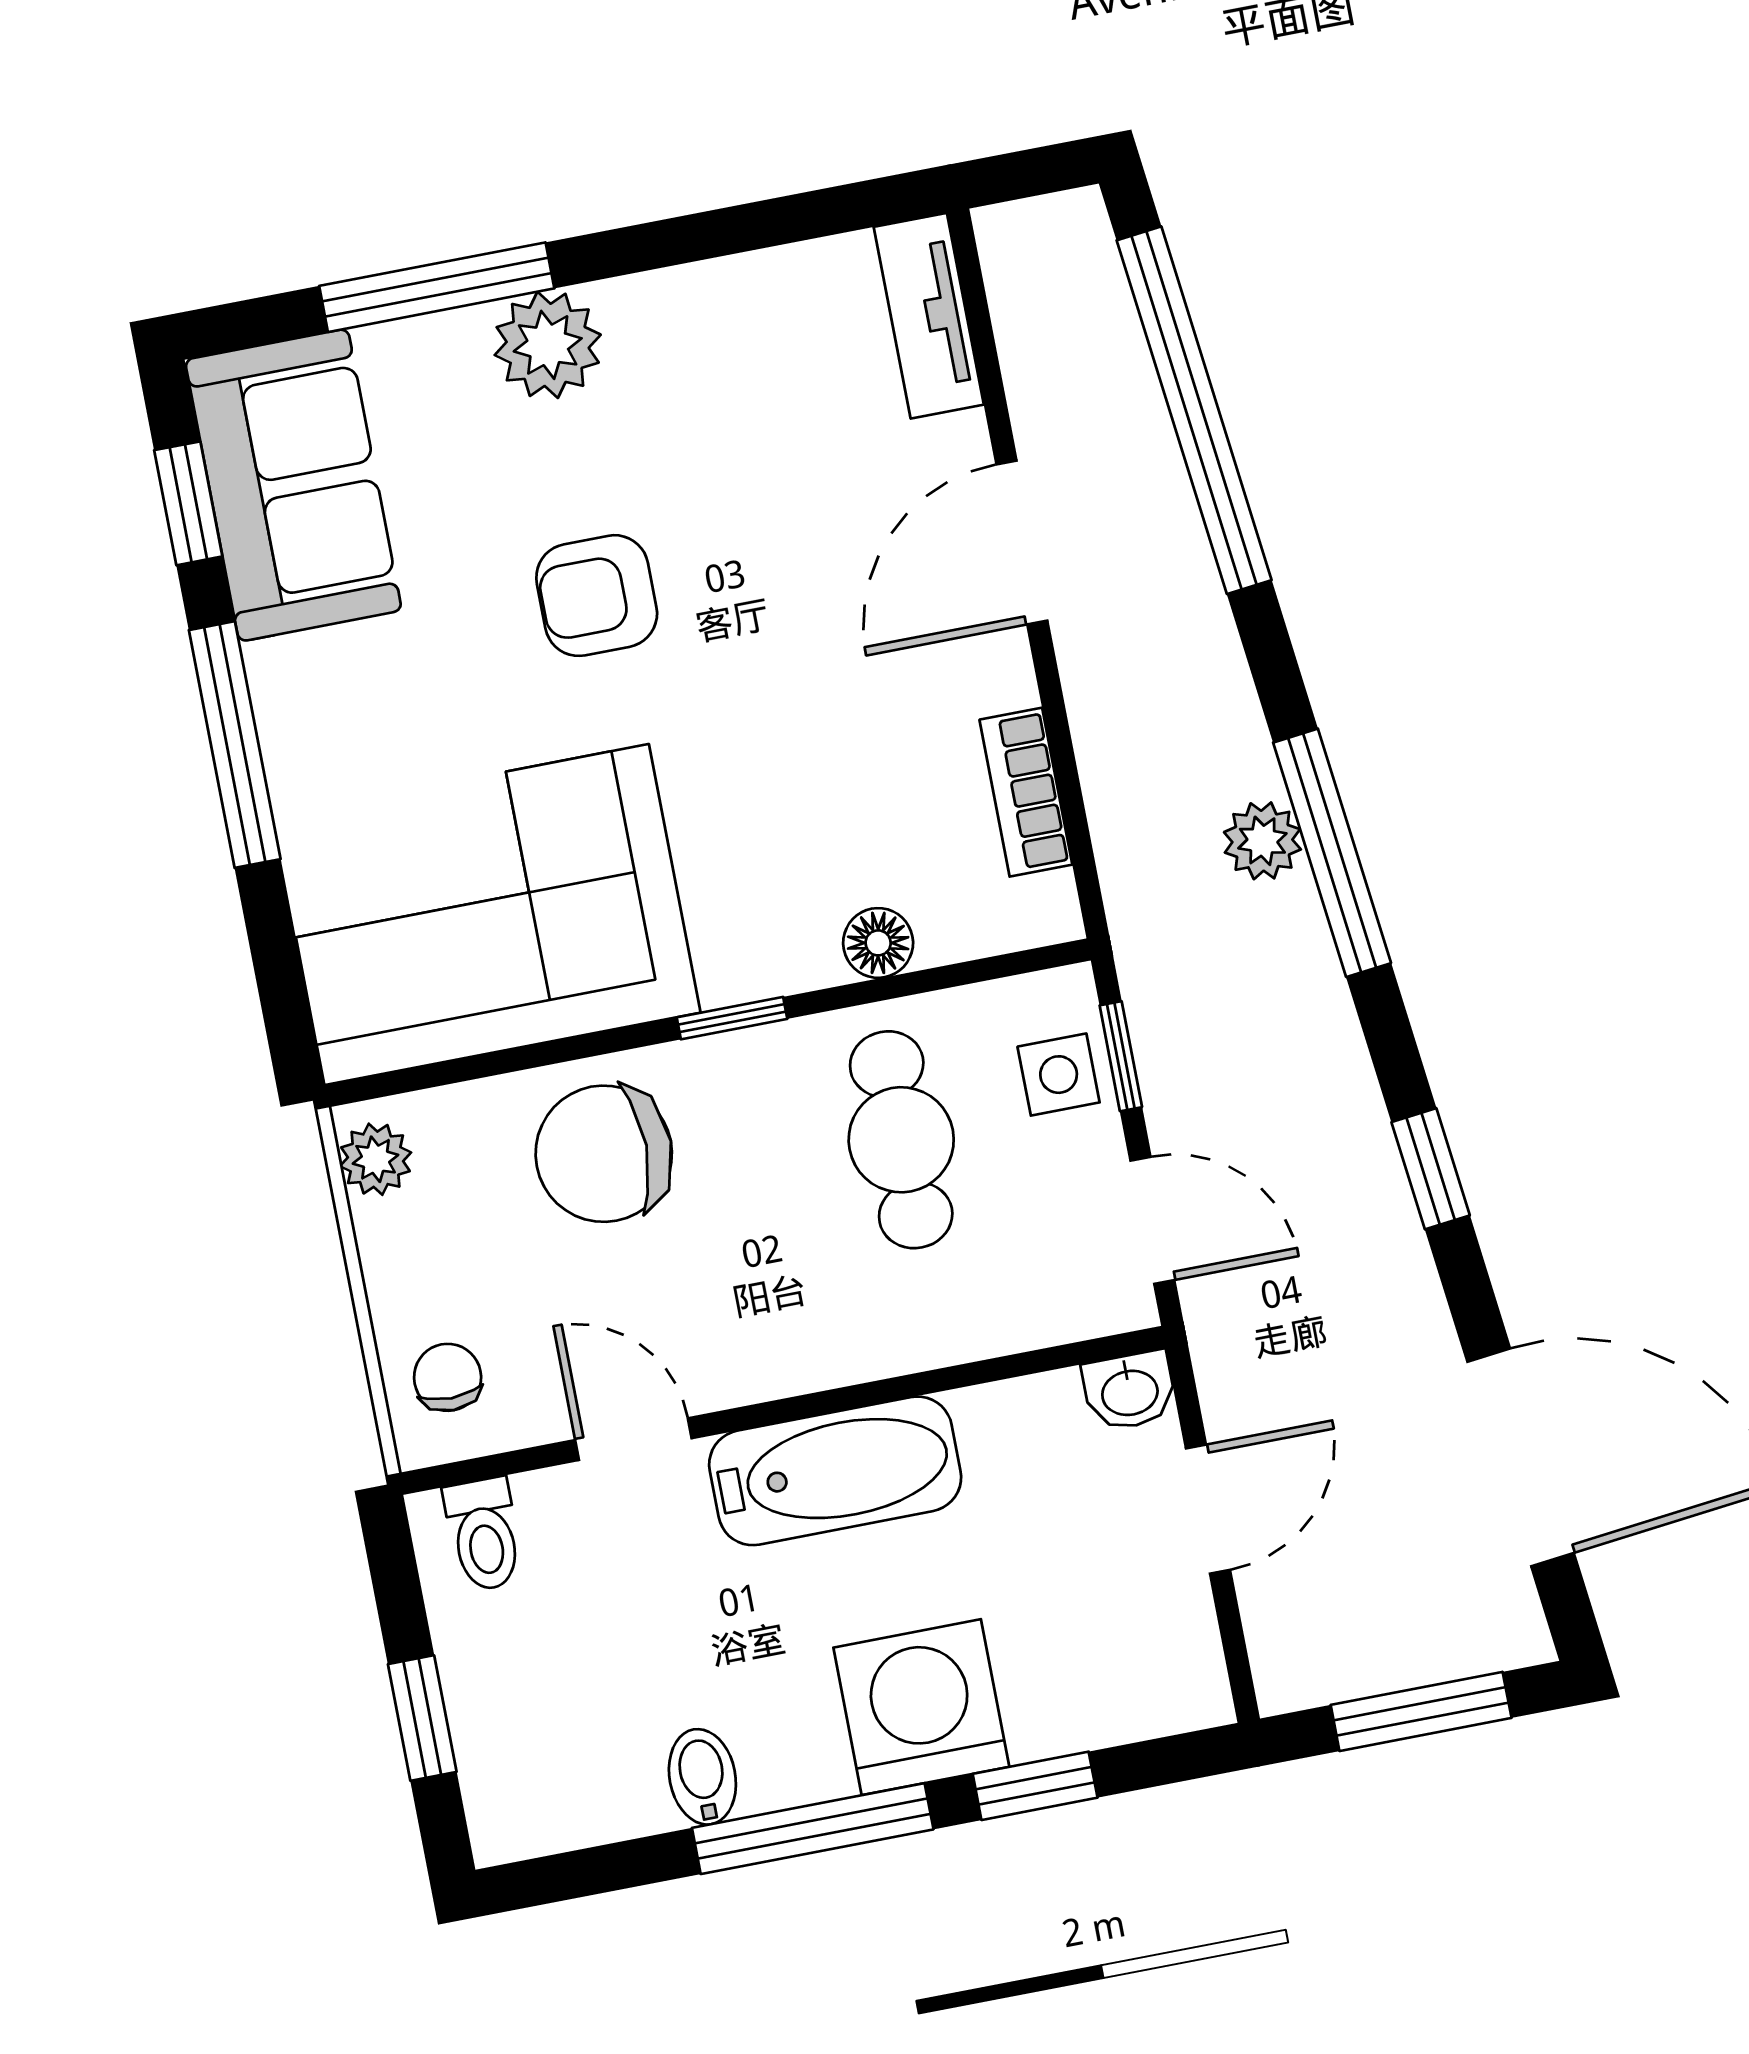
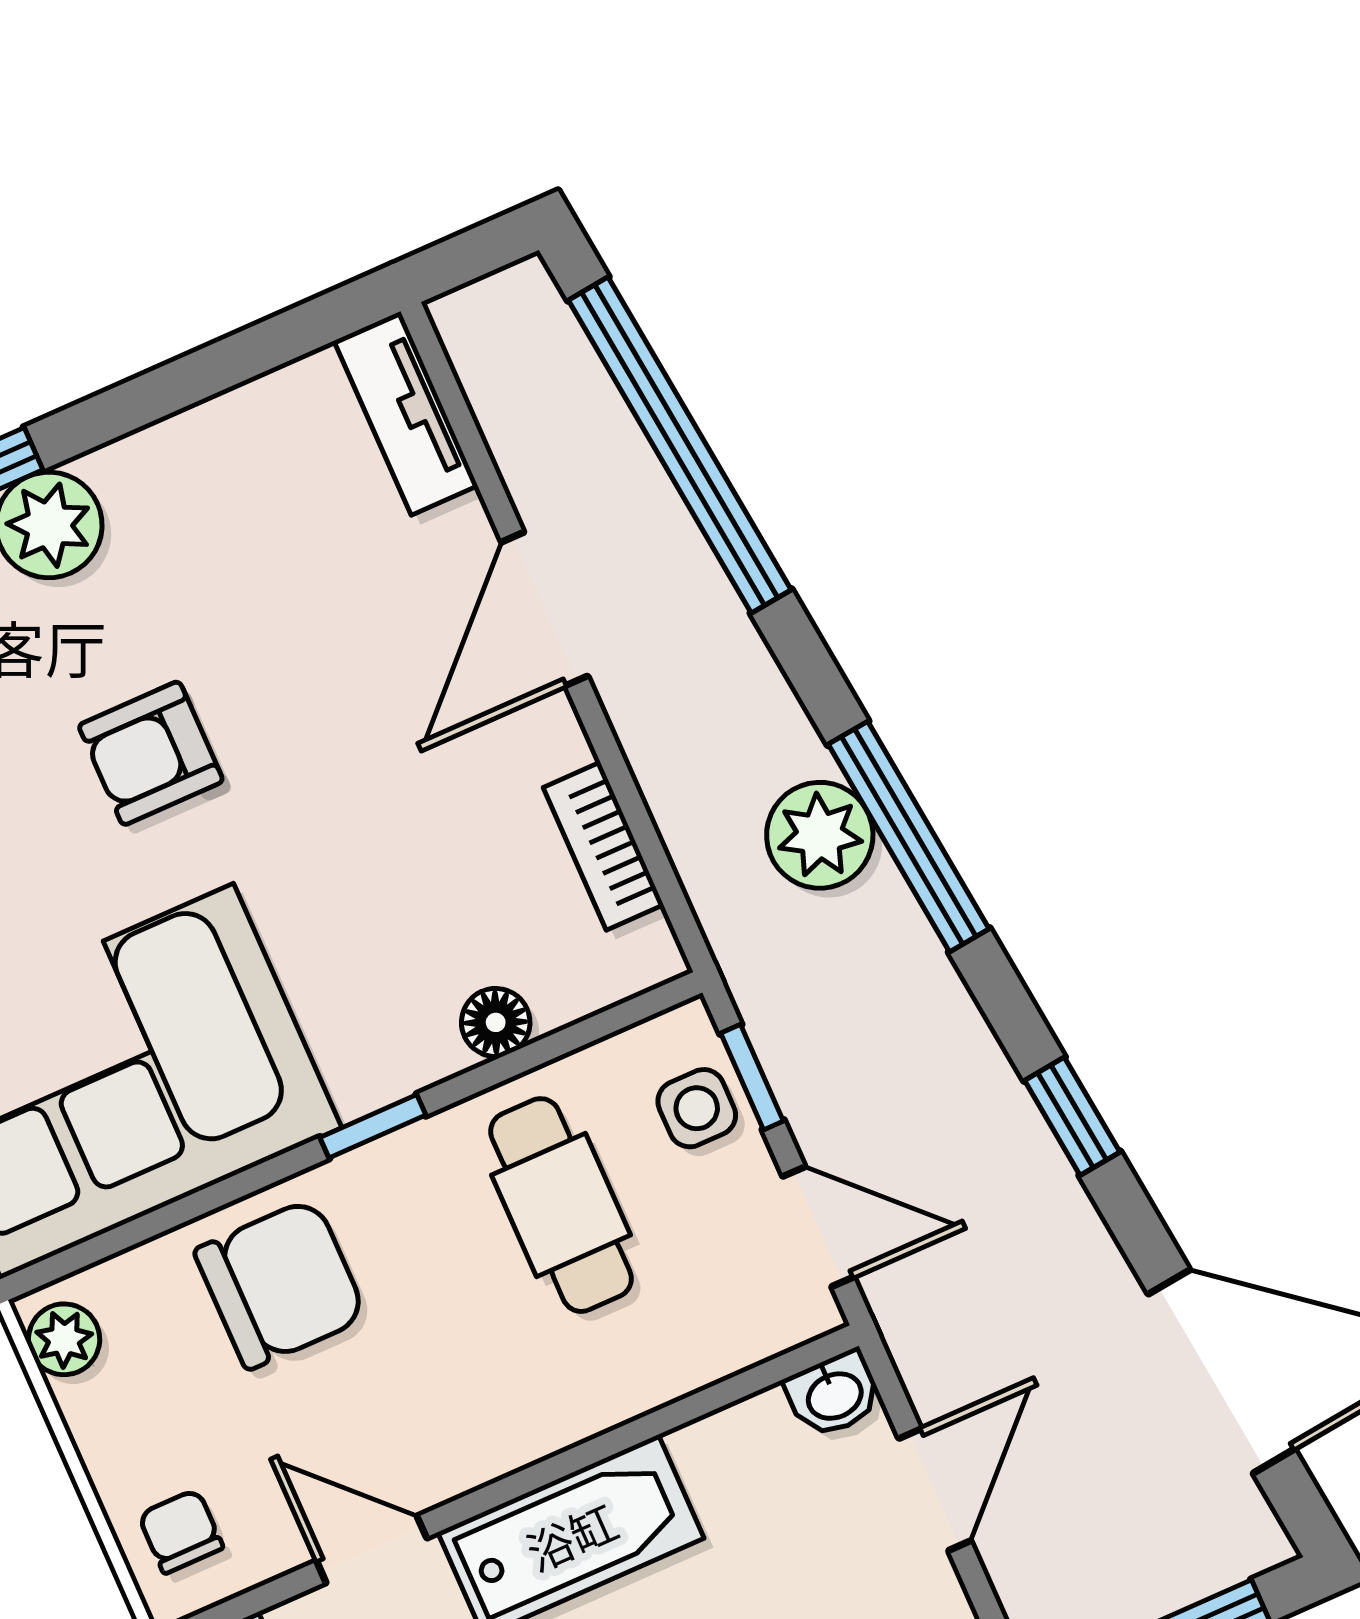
plant: (1262, 841) -> (820, 835), width x1.38, depth x1.38
chair: (604, 1154) -> (280, 1284), turned 180

